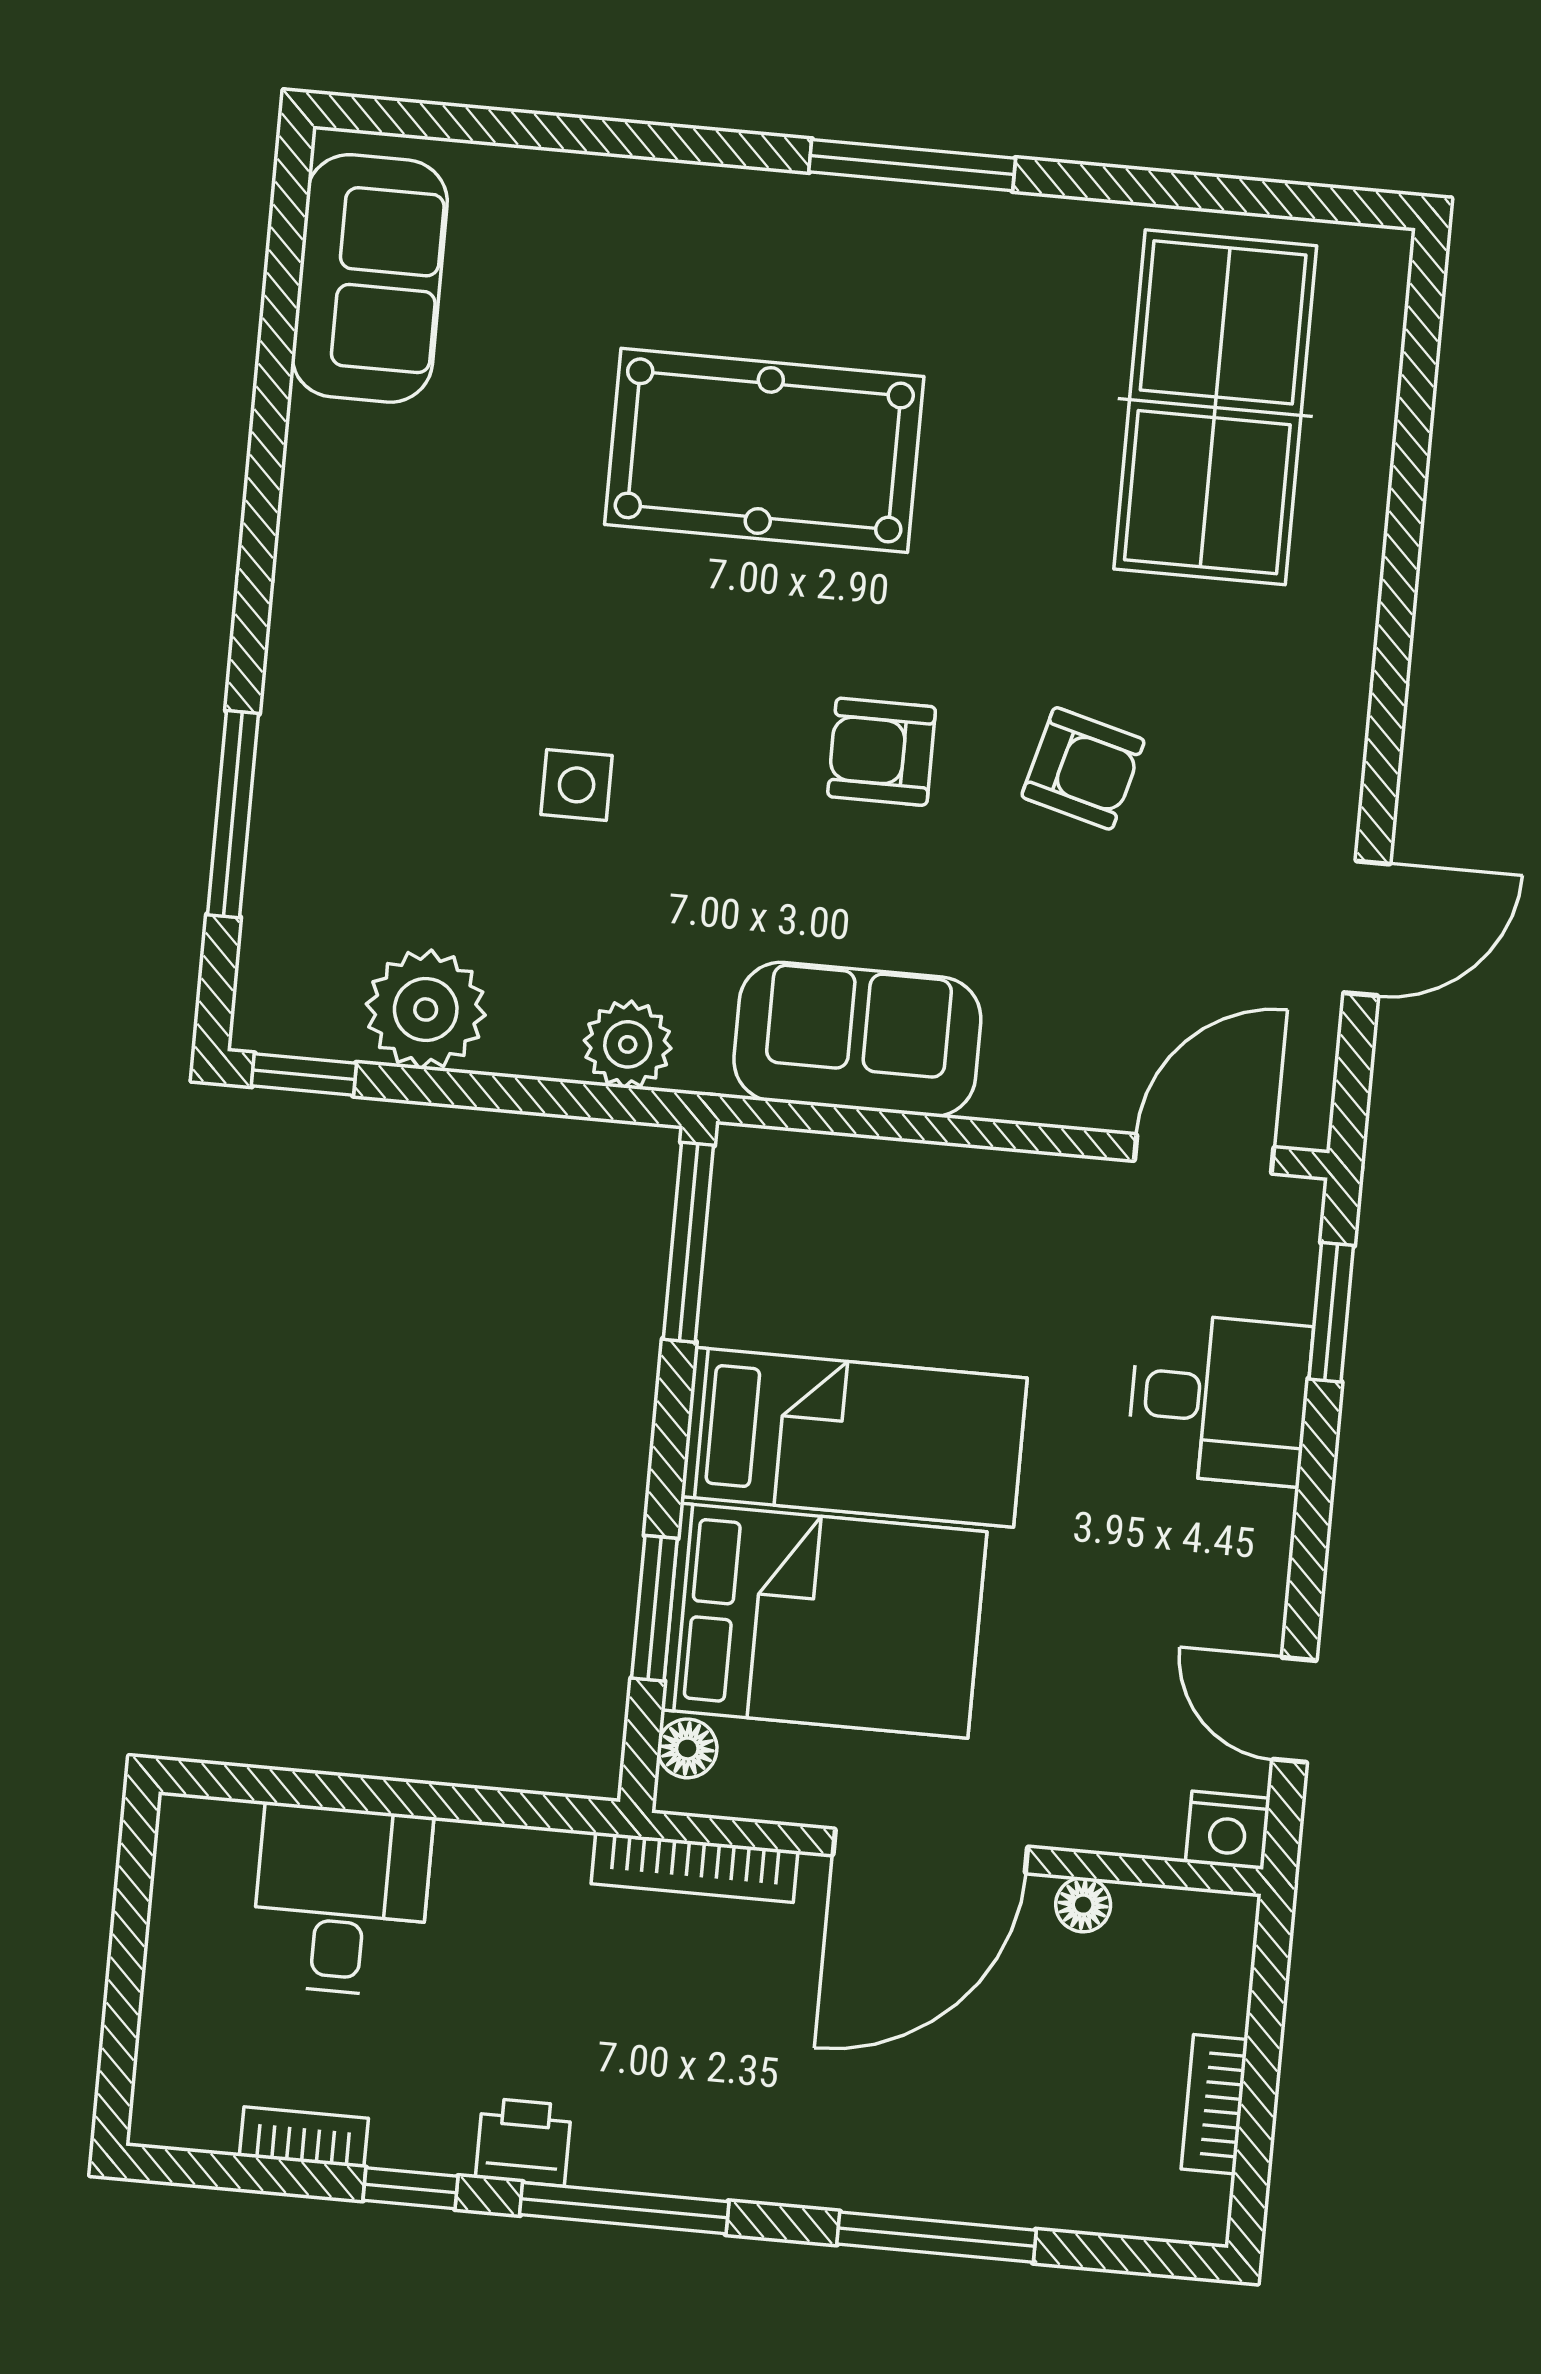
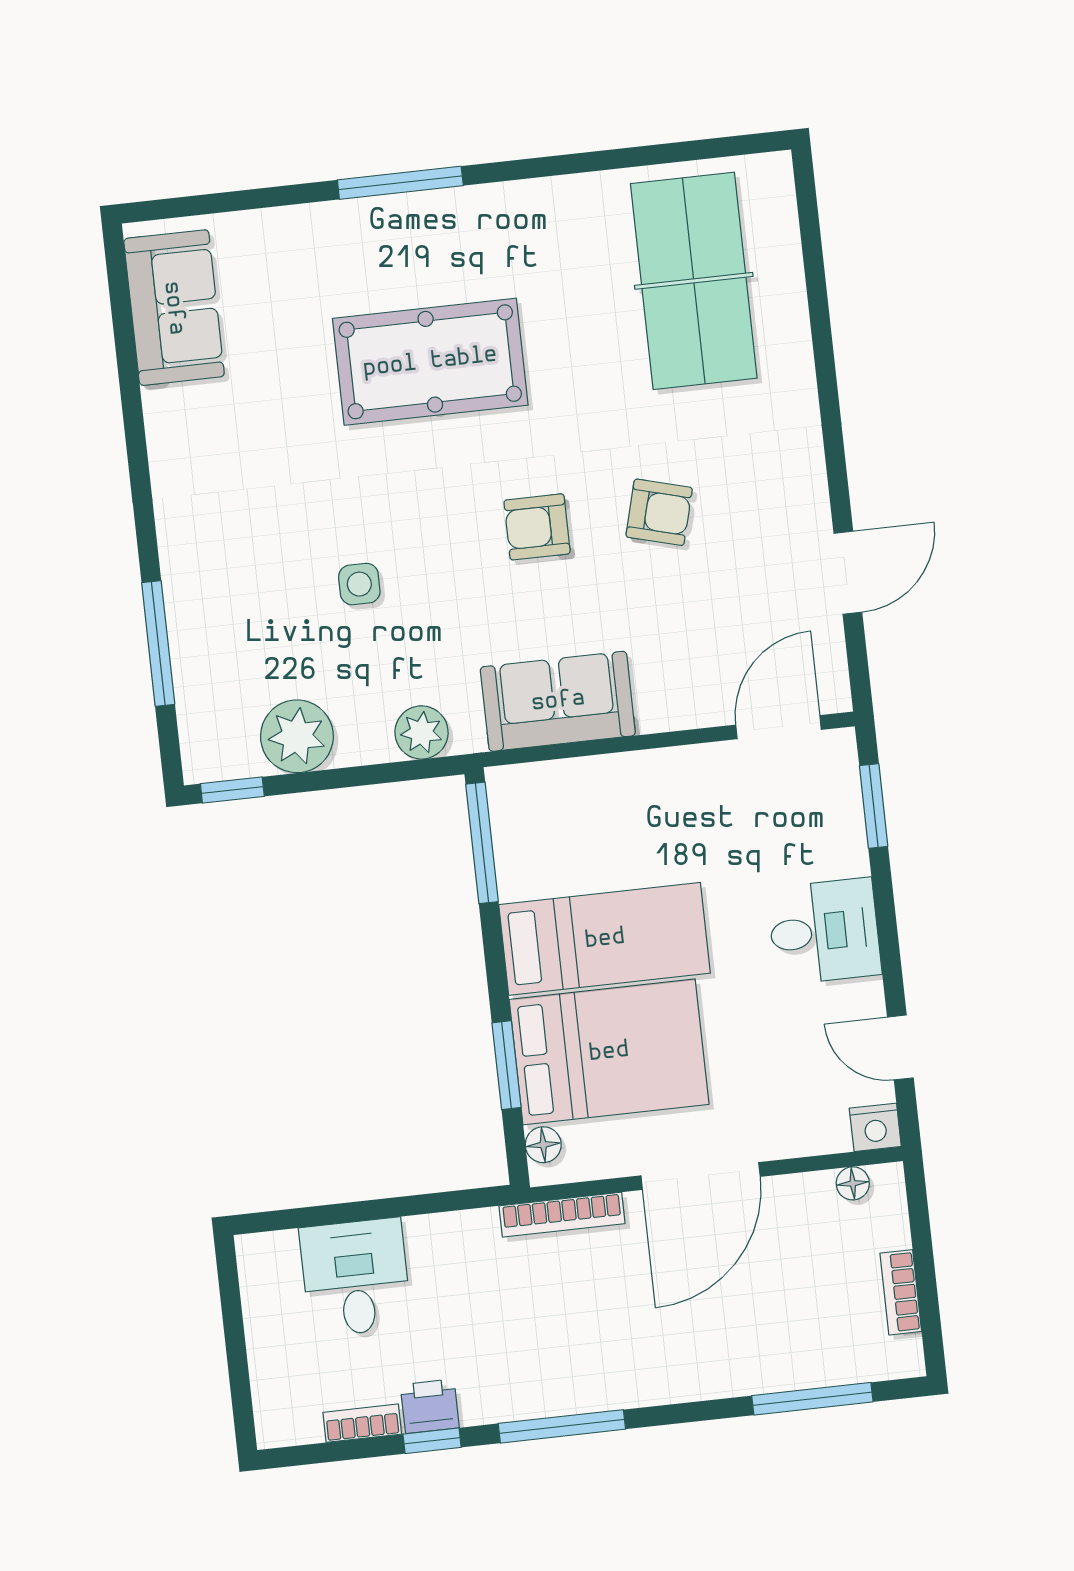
window: (912, 165) -> (400, 183), moved
desk: (1219, 1399) -> (824, 931), moved
floor lamp: (1083, 1905) -> (853, 1183), moved
printer: (524, 2142) -> (430, 1406), moved
window: (936, 2237) -> (812, 1399), moved

